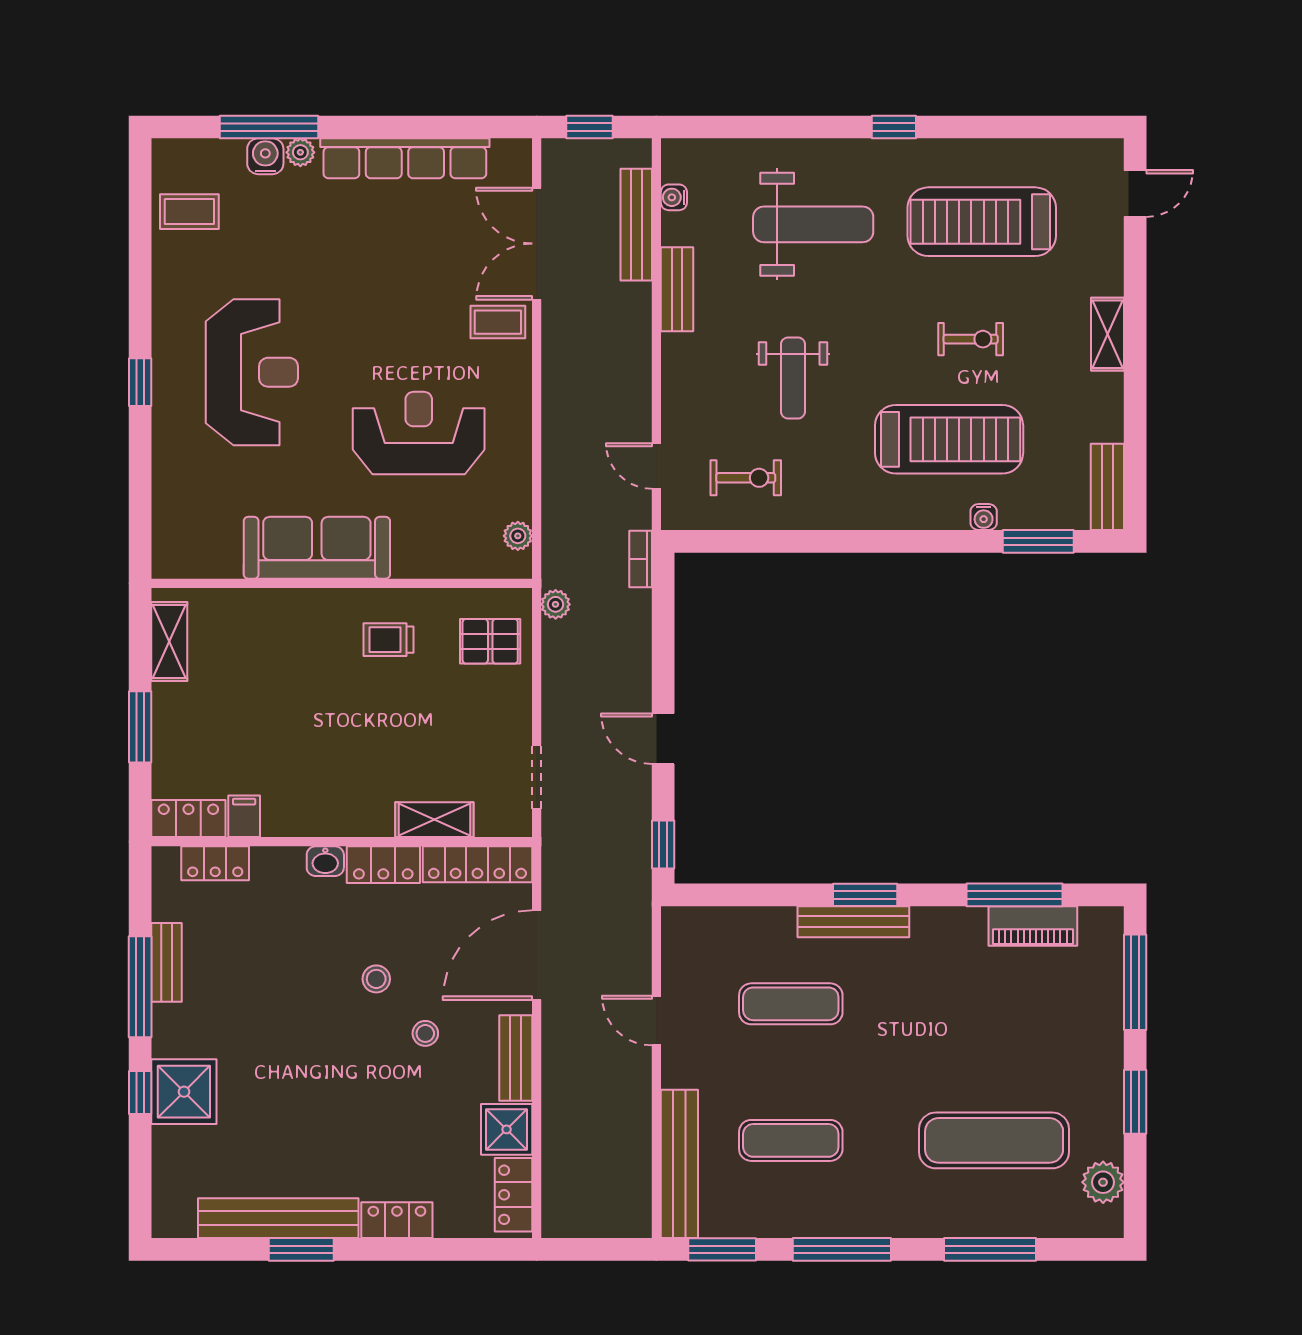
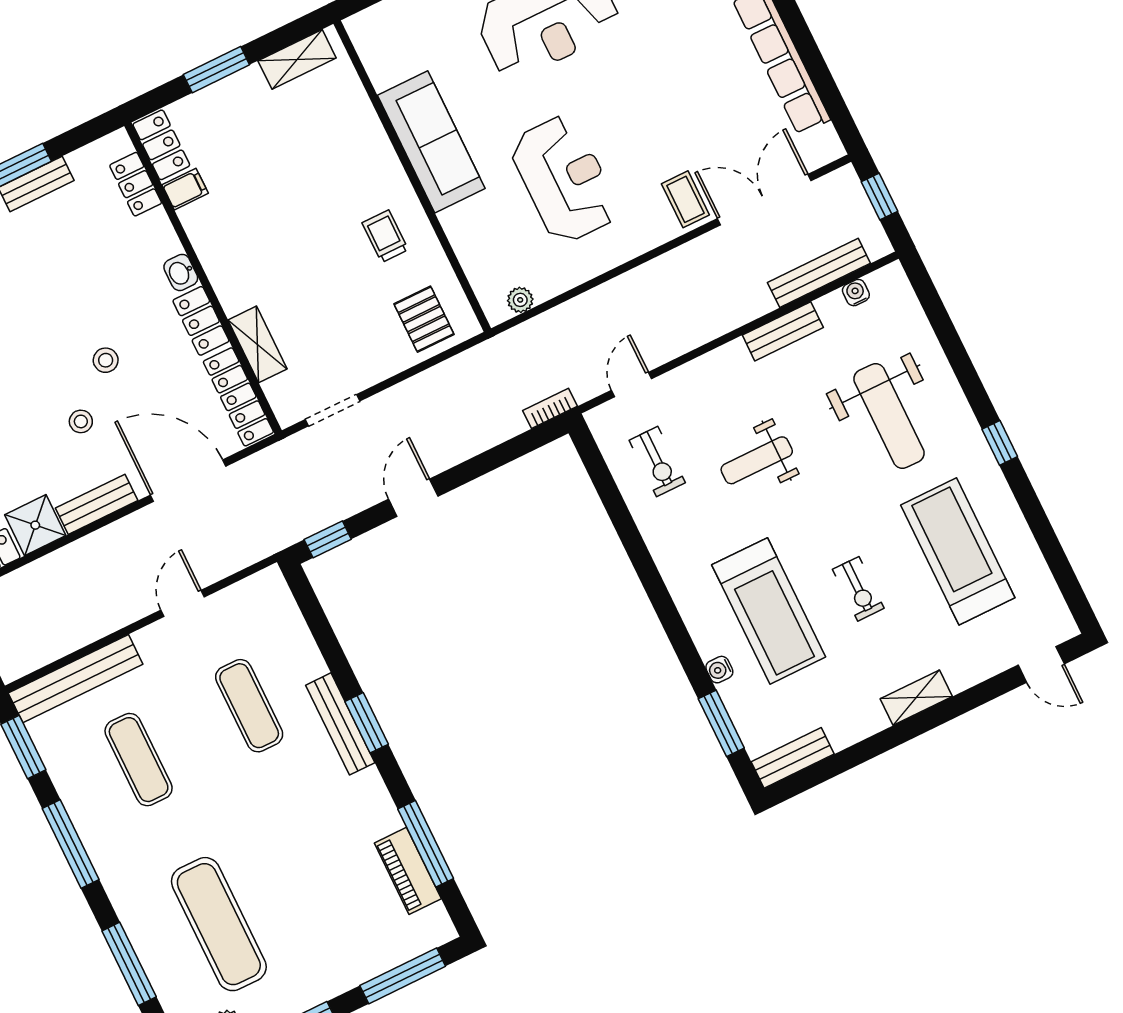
plant: (556, 604) -> (480, 357), removed

